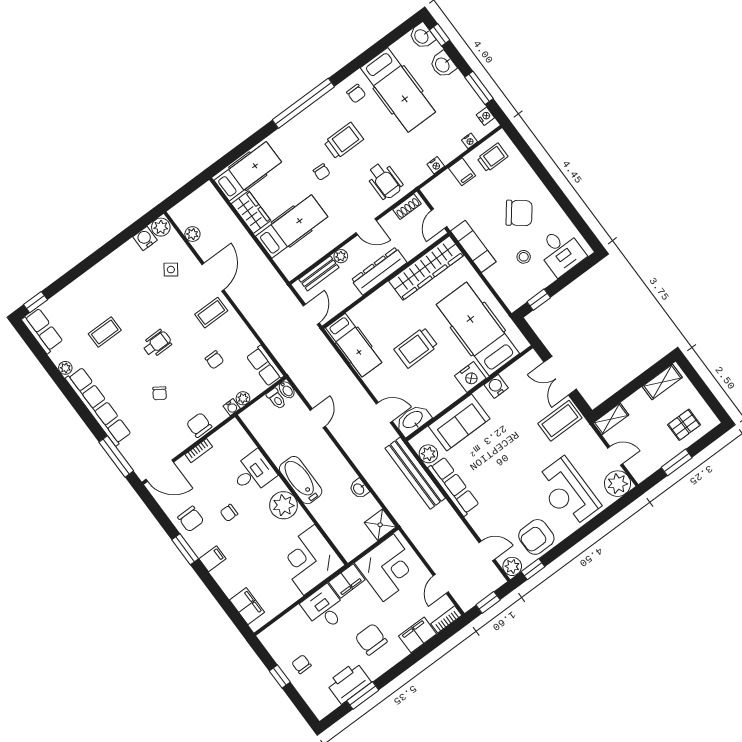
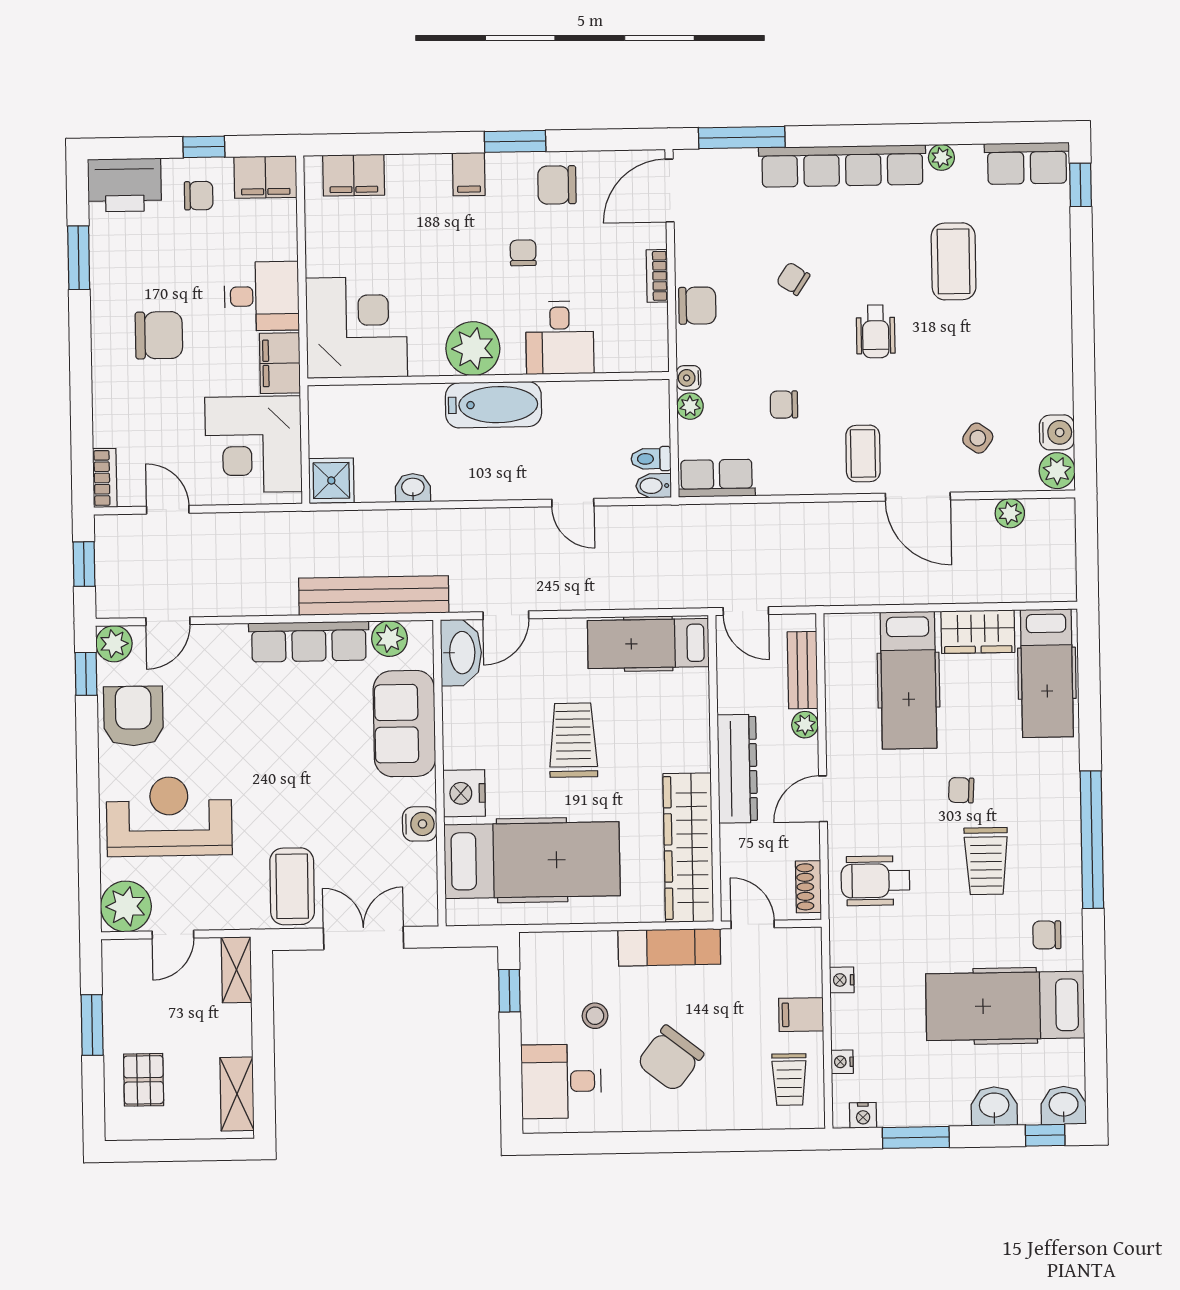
coffee table: (105, 332) -> (954, 261), width x1.36, depth x1.30
filing cabinet: (418, 635) -> (265, 177), moved, turned 90
printer: (349, 683) -> (125, 185), moved, turned 90

